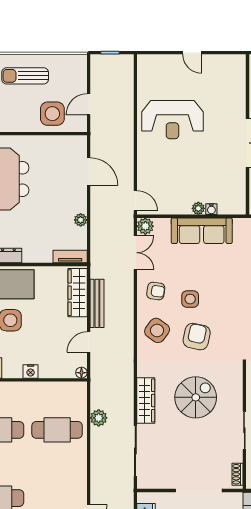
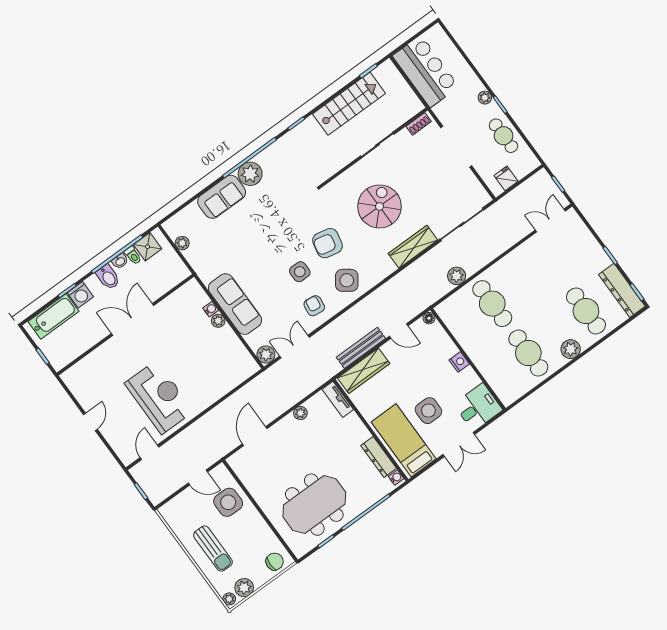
door: (135, 201) -> (150, 452), moved
spiral stairs: (196, 397) -> (379, 206), turned 90

